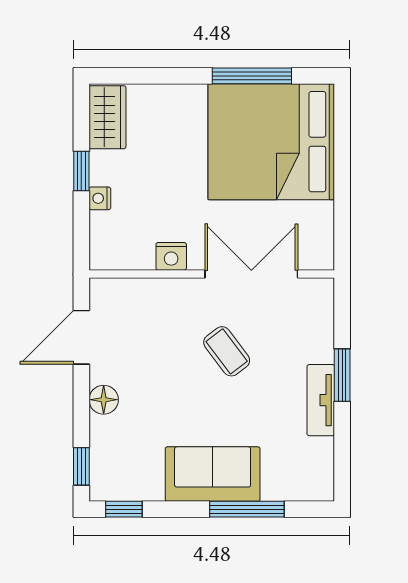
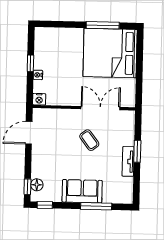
wardrobe: (107, 117) -> (42, 41), removed
nightstand: (171, 256) -> (39, 99), moved
floor lamp: (104, 400) -> (37, 185), moved

